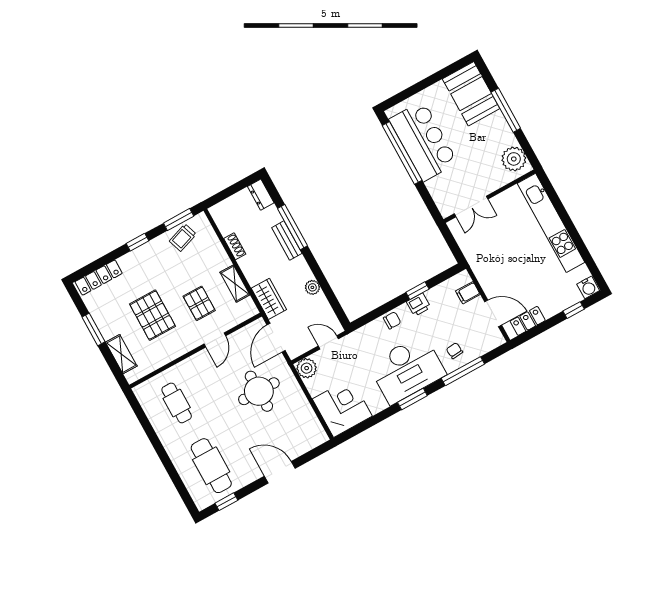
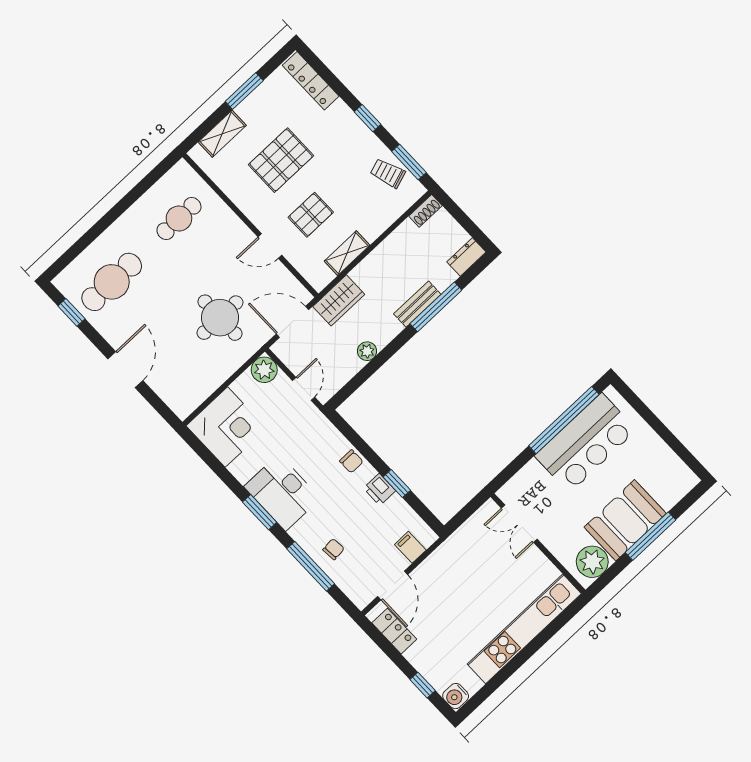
booth: (471, 94) -> (625, 520), moved
shoe rack: (235, 246) -> (425, 211), moved
desk: (407, 369) -> (282, 492), width x0.73, depth x0.77

